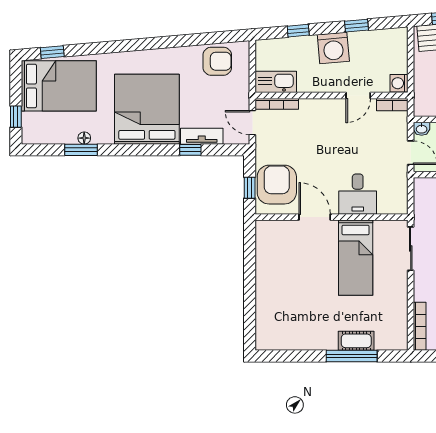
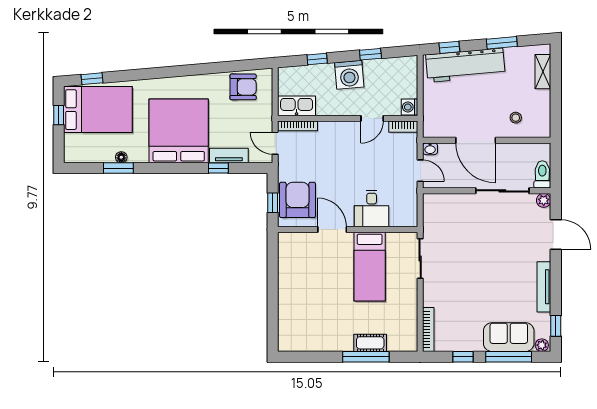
window: (16, 117) -> (59, 115), moved

